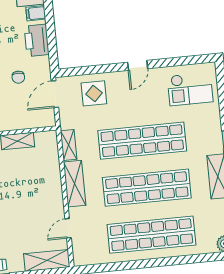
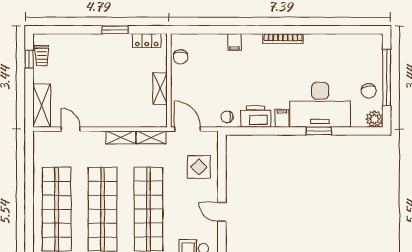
chair: (18, 77) -> (227, 117), moved
door: (55, 94) -> (188, 129), moved
shelving: (75, 184) -> (121, 137), width x0.67, depth x0.75

